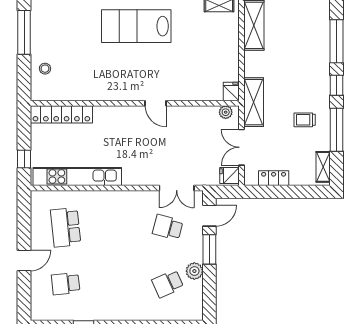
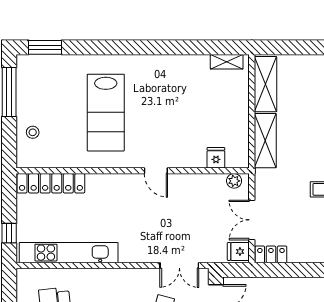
lab bench: (136, 26) -> (106, 113), moved, turned -90
fridge: (231, 91) -> (216, 158), moved
shelving: (254, 102) -> (265, 141), moved
locker: (274, 178) -> (271, 254), moved

